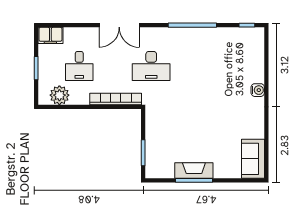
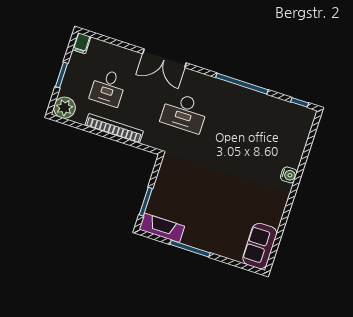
filing cabinet: (50, 35) -> (82, 43), width x0.50
plant: (59, 95) -> (64, 108), moved
bookcase: (116, 99) -> (114, 128), moved
fireplace: (194, 171) -> (162, 228), moved

